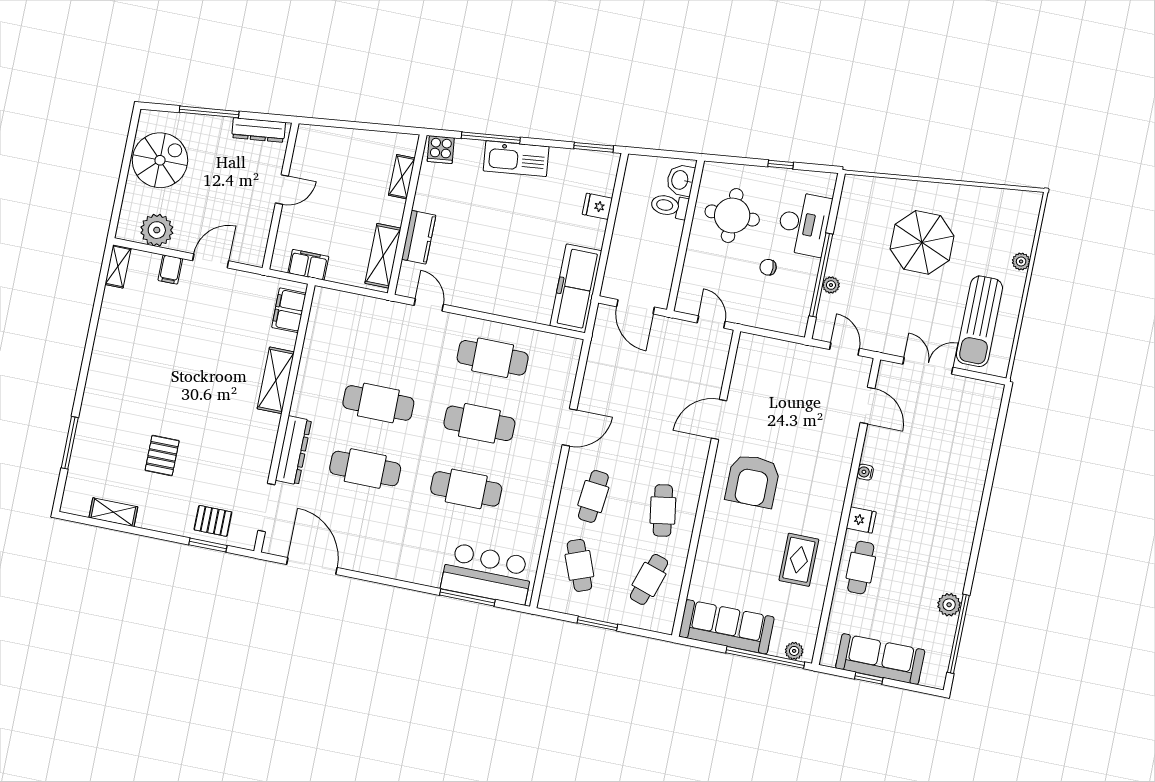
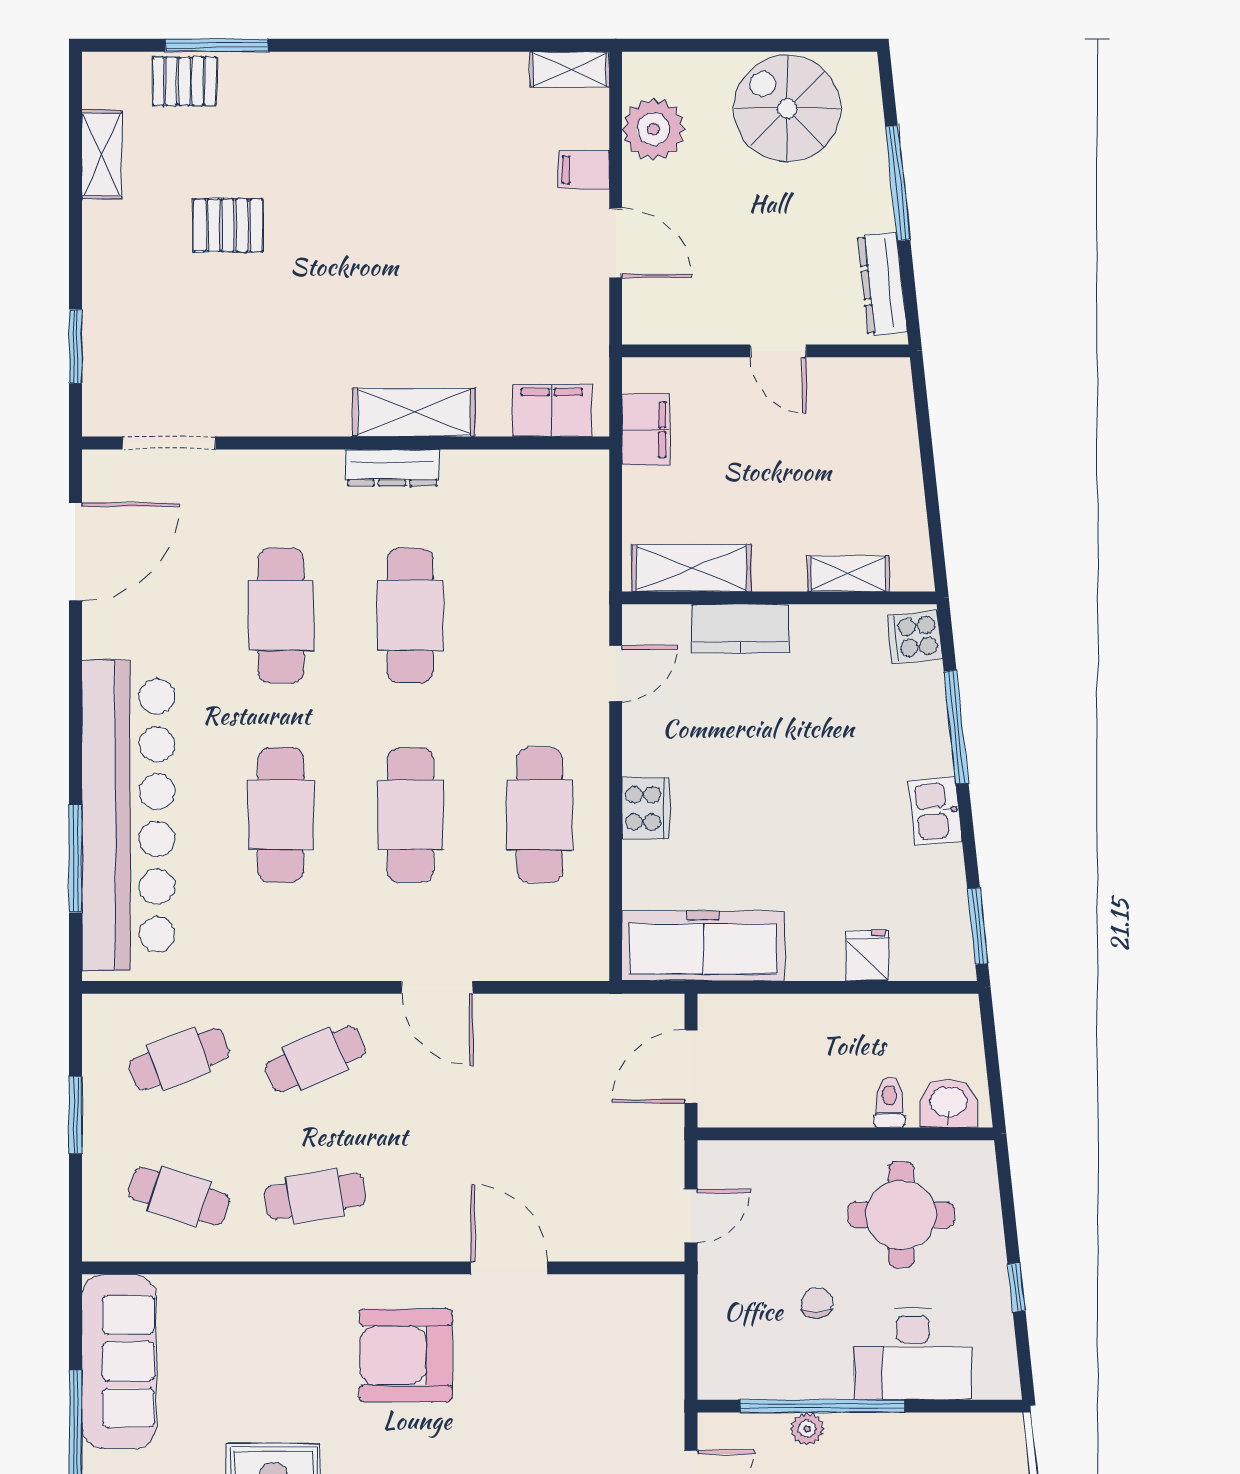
kitchen sink: (516, 159) -> (935, 811), width x0.53, depth x0.81
spiral stairs: (160, 160) -> (787, 108), turned 180
toilet: (670, 206) -> (889, 1102), width x0.73, depth x0.72
cooker: (500, 303) -> (646, 808), added
dresser: (293, 450) -> (392, 468), moved, width x0.73, depth x0.80
cafe table: (593, 496) -> (315, 1059), turned -30
pallet: (213, 521) -> (184, 81), moved, turned 90
bar counter: (487, 574) -> (128, 815), width x1.86

